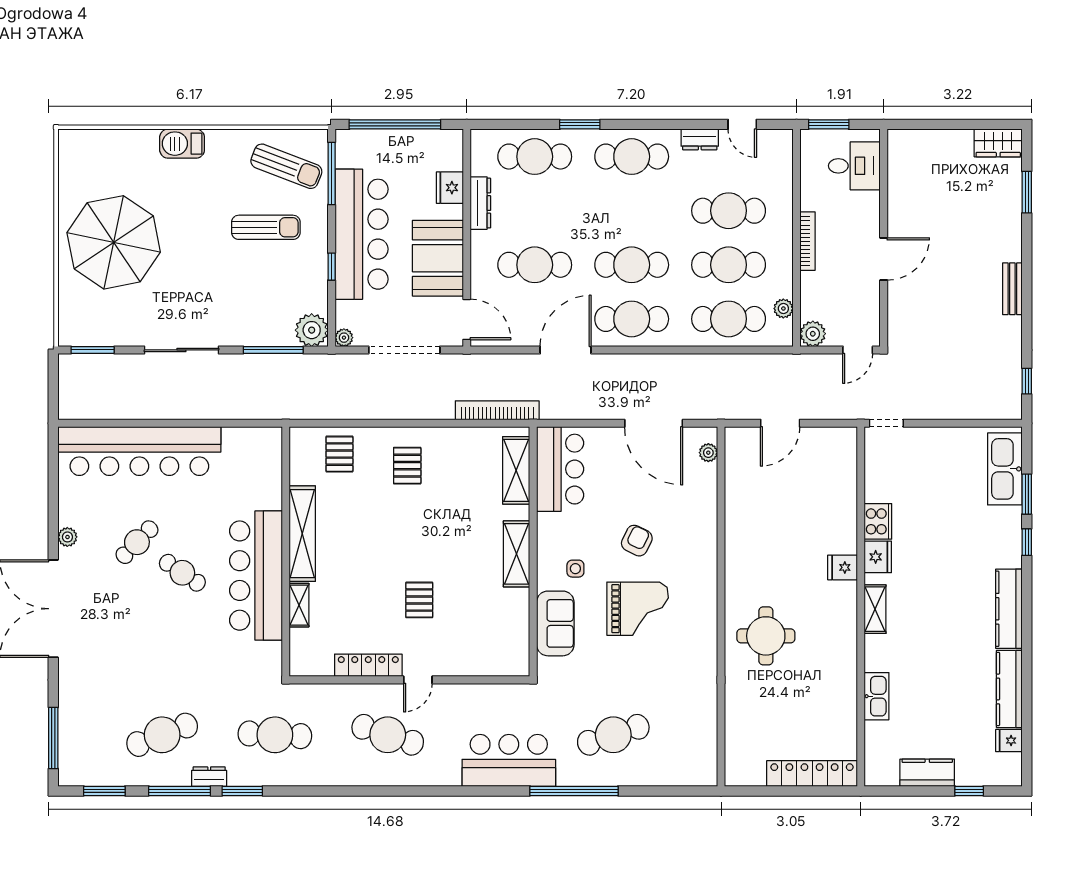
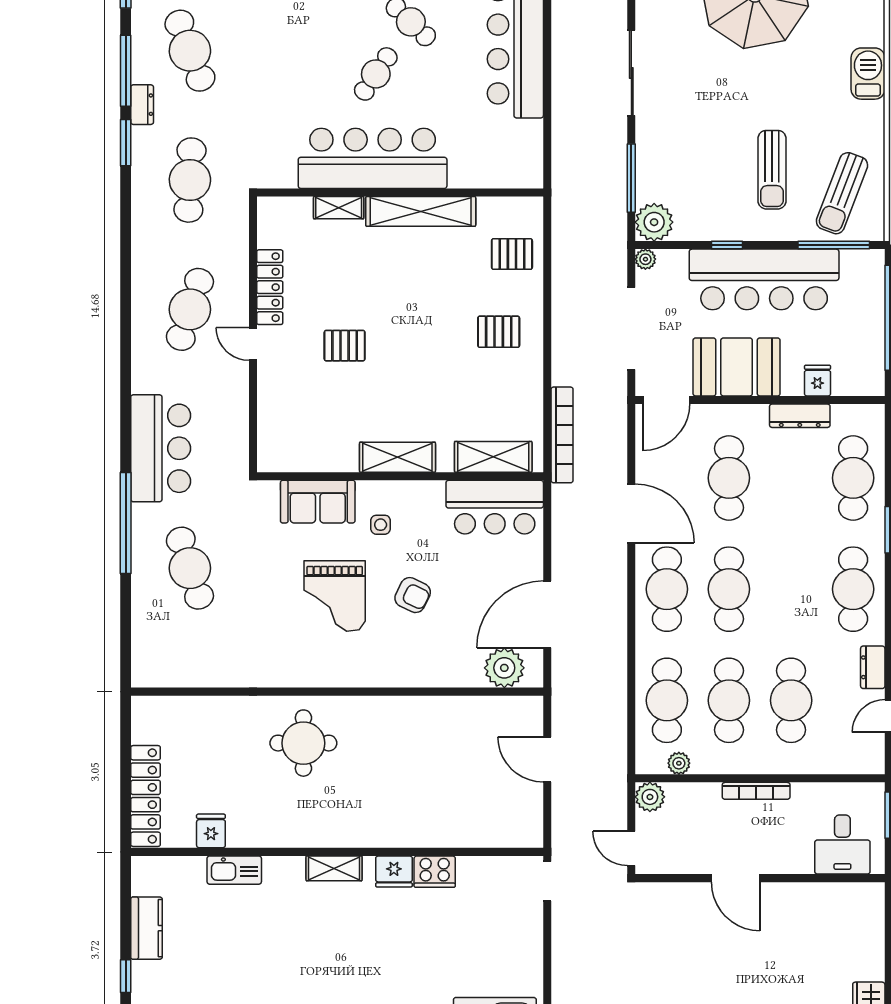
fridge: (450, 188) -> (817, 381), width x0.72
plant: (708, 453) -> (504, 668), width x1.88, depth x1.88
fridge: (842, 567) -> (211, 831), moved

